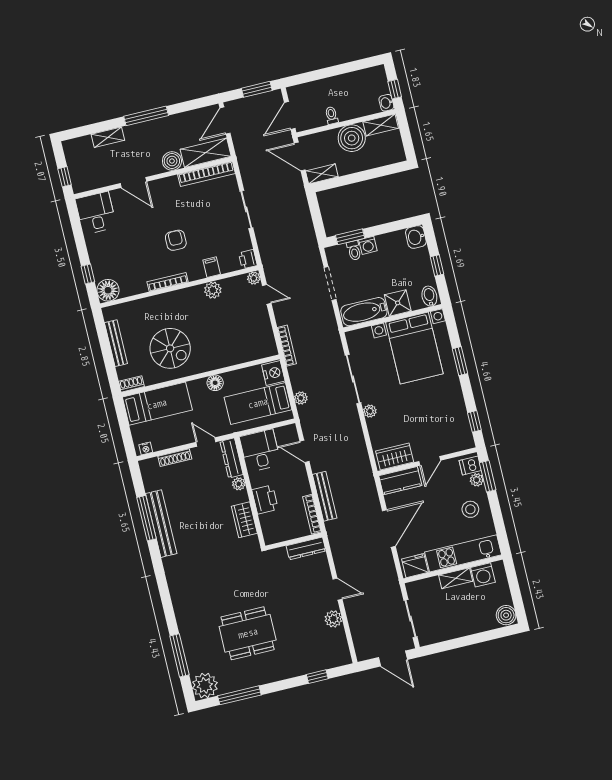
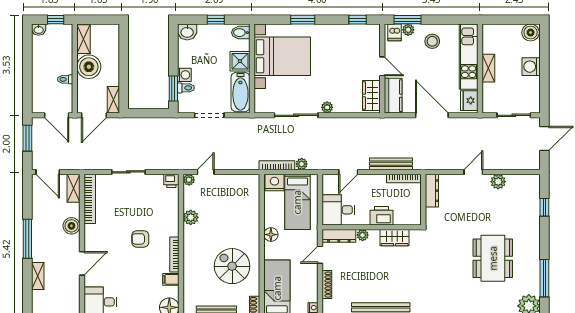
washbasin: (386, 103) -> (39, 30), moved
shelving: (206, 153) -> (73, 188), width x0.67, depth x0.75
filing cabinet: (212, 267) -> (171, 279), moved
bookcase: (287, 346) -> (277, 165), moved
spiral stairs: (170, 348) -> (232, 266), turned -90
washing machine: (483, 575) -> (531, 67), moved, turned 180

